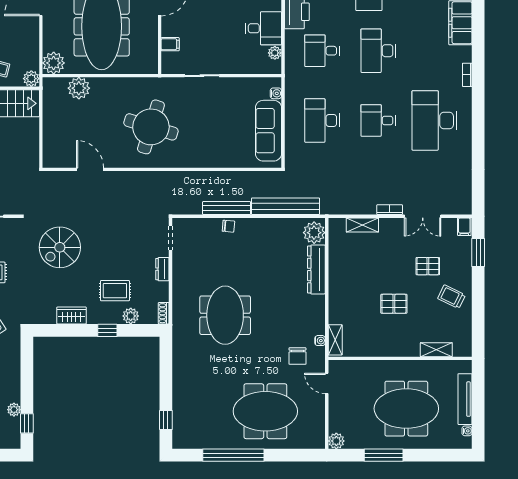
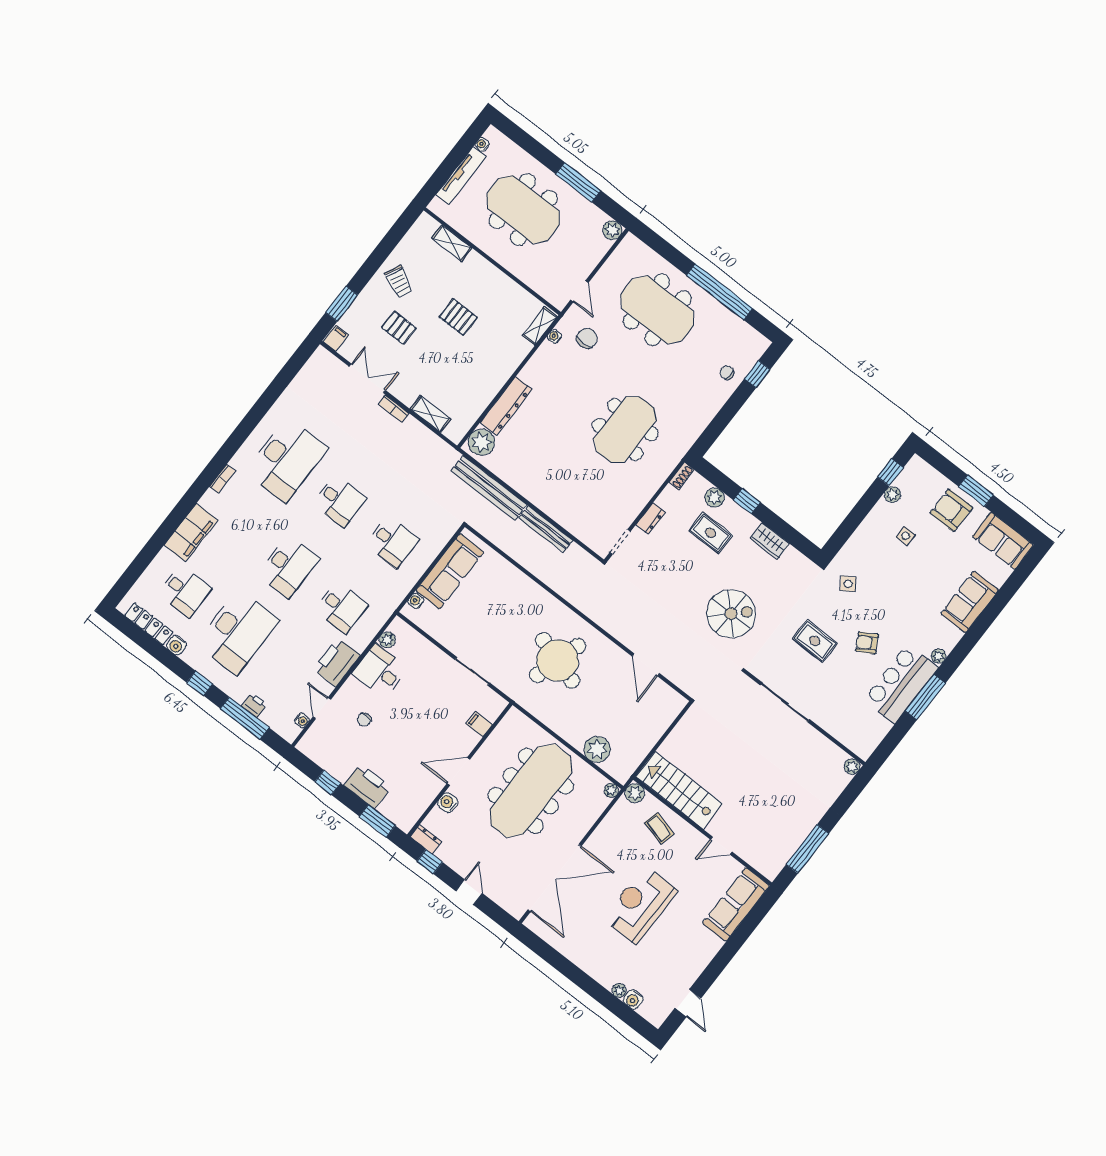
plant: (54, 63) -> (611, 790), width x0.53, depth x0.53
desk: (322, 120) -> (392, 542), width x0.73
chair: (228, 226) -> (727, 373), moved

